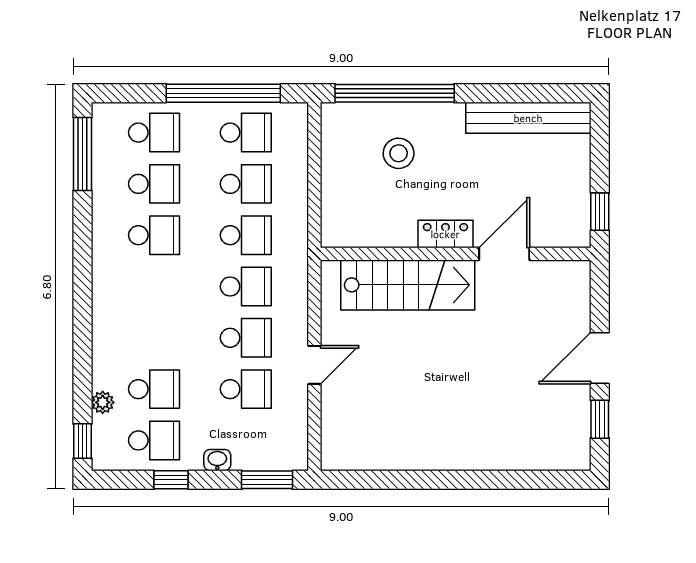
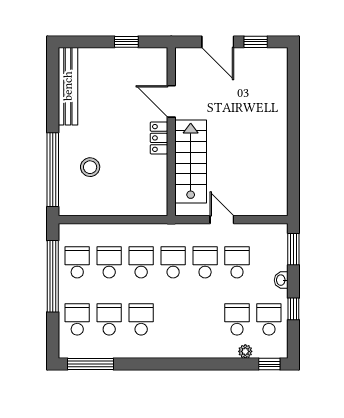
locker: (445, 234) -> (159, 138), moved
wall: (456, 254) -> (171, 132), moved
door: (504, 254) -> (171, 101), moved
stairs: (408, 285) -> (191, 161), moved

